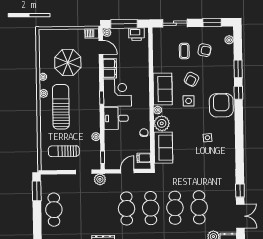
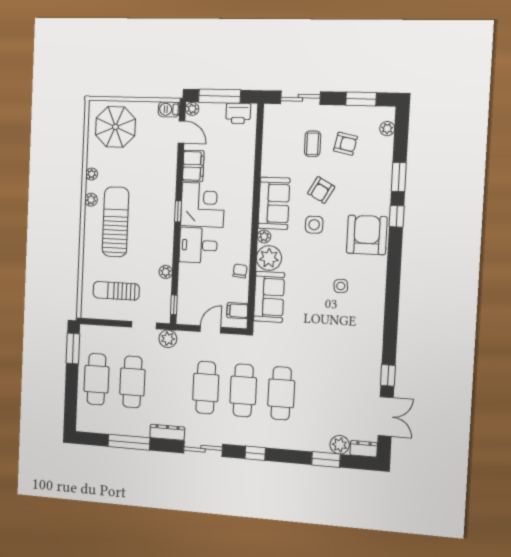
parasol: (68, 62) -> (115, 127), moved
cafe table: (199, 207) -> (132, 382), moved

